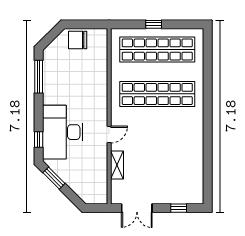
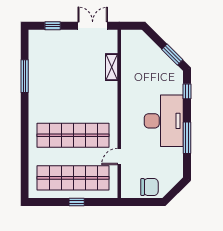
window: (39, 77) -> (187, 138), moved
desk: (63, 132) -> (164, 121), moved
door: (109, 134) -> (119, 156), moved
window: (208, 156) -> (25, 76), added

